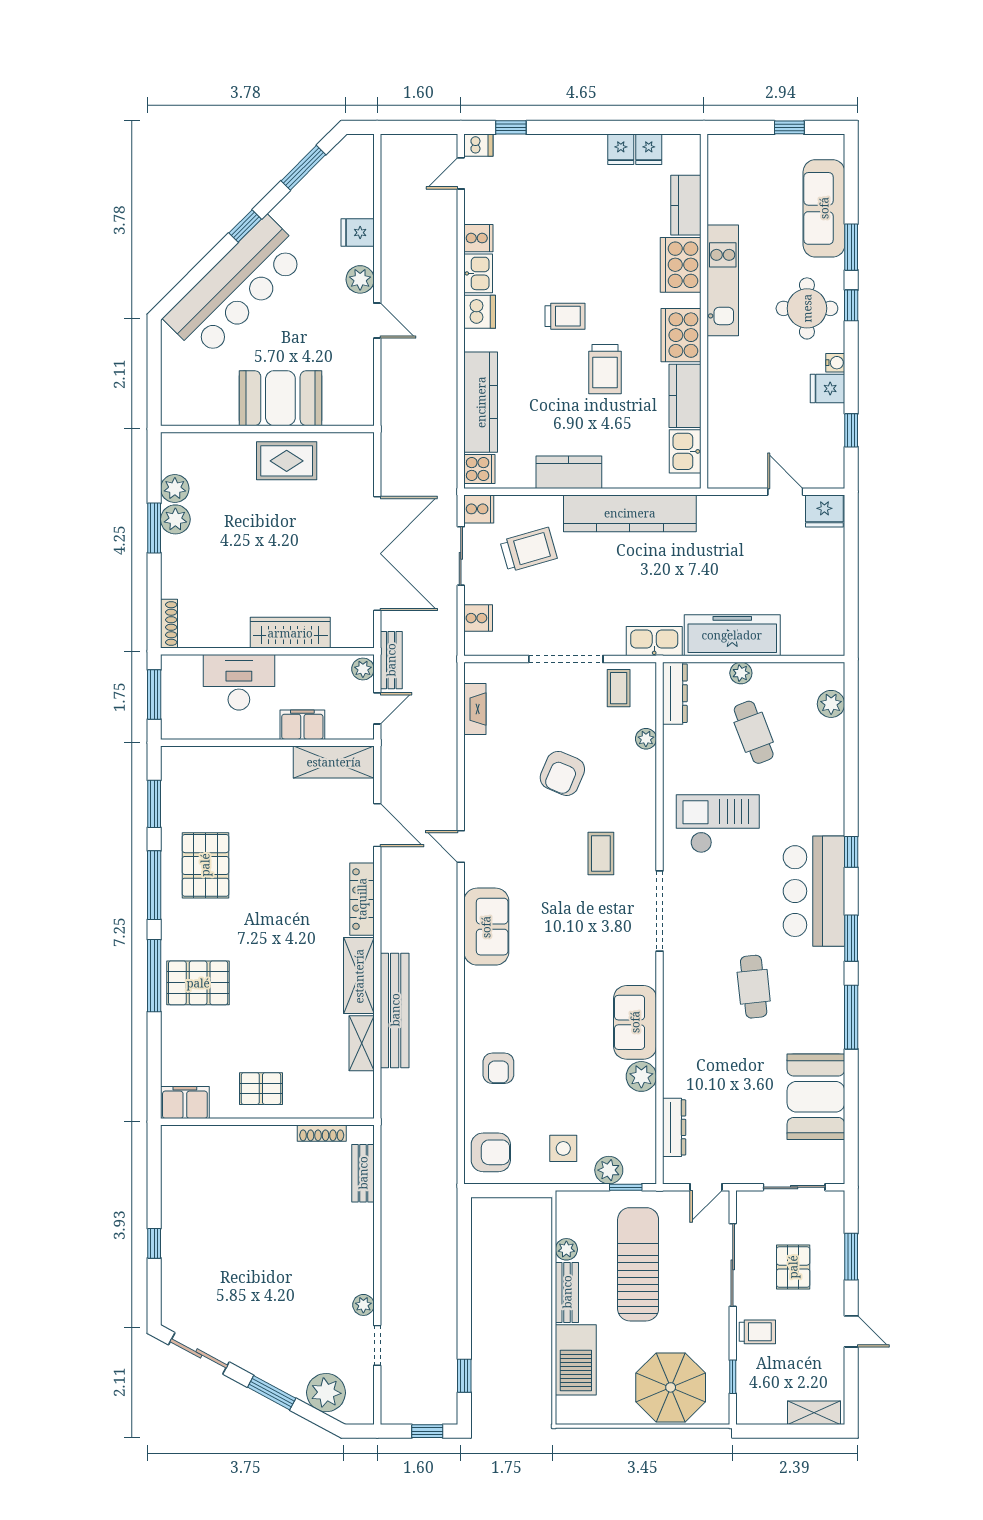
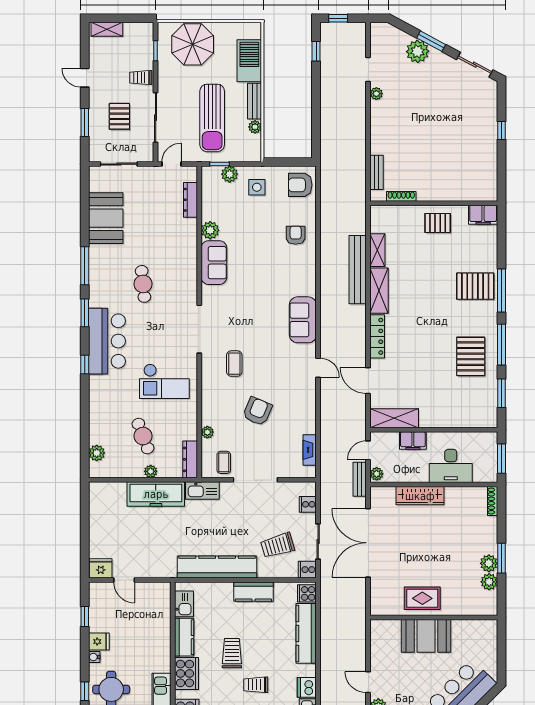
plant: (326, 1393) -> (418, 51), moved

